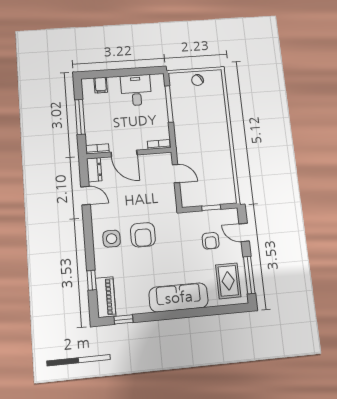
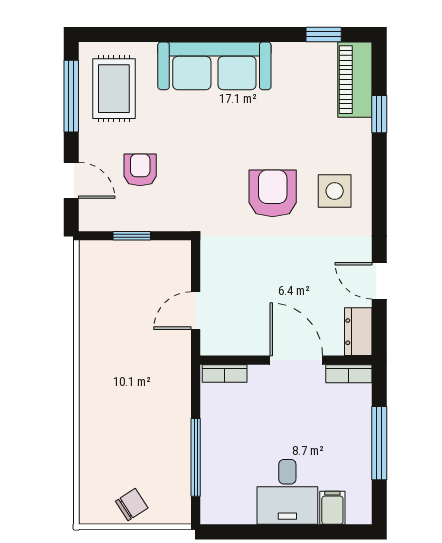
desk: (136, 90) -> (287, 492), moved
door: (176, 174) -> (196, 311), hinge flipped

